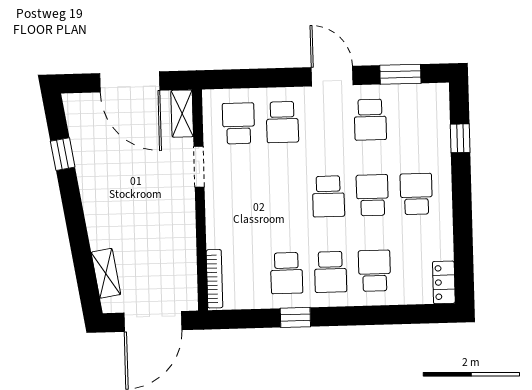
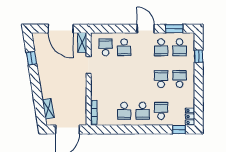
school desk: (328, 196) -> (180, 47), moved
window: (295, 317) -> (179, 129), moved

